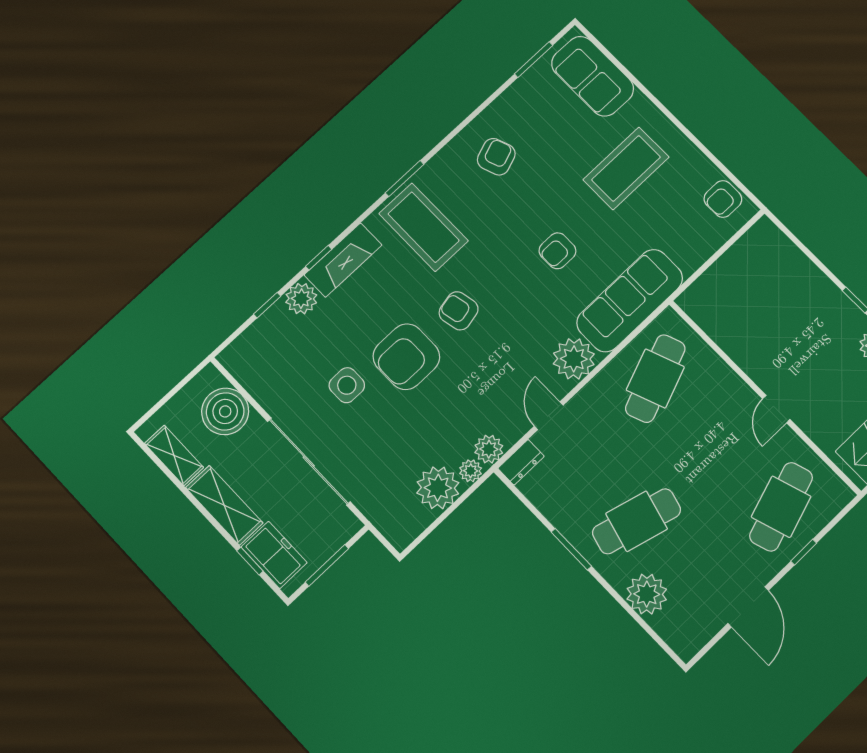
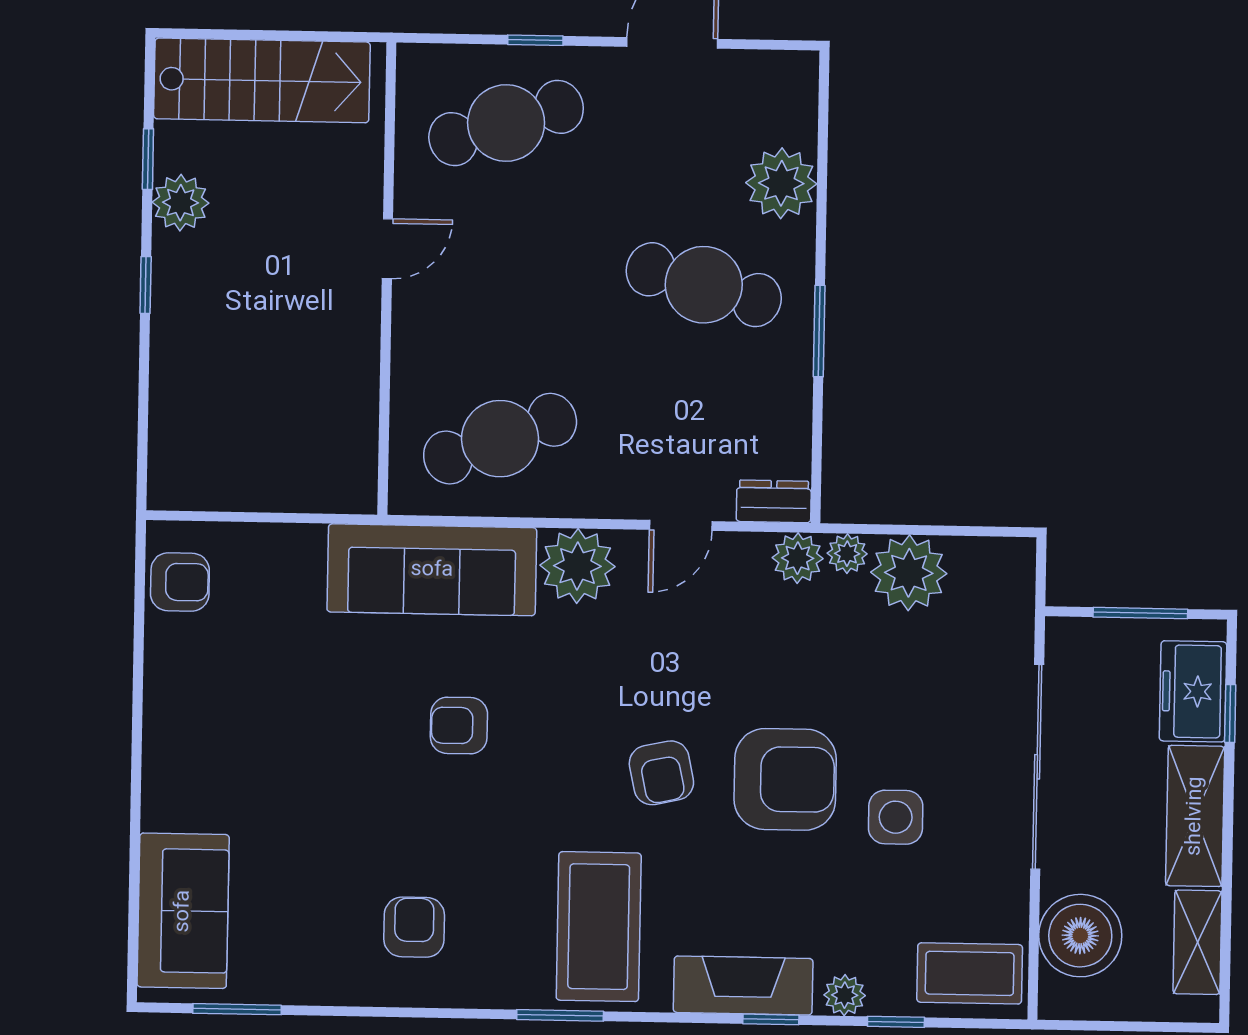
armchair: (496, 157) -> (414, 927), turned 110
coffee table: (626, 168) -> (970, 973), moved, width x0.73, depth x0.76
armchair: (557, 251) -> (459, 726), turned 180
plant: (301, 299) -> (845, 995), width x0.73, depth x0.73

